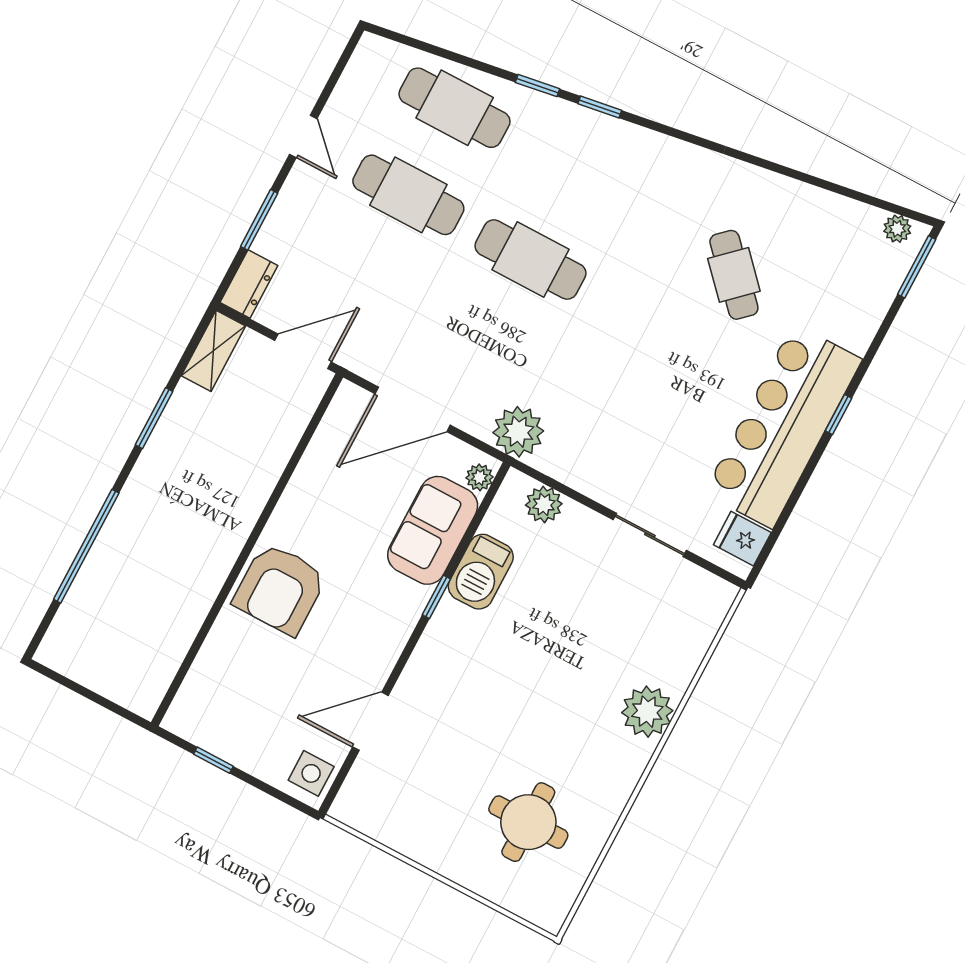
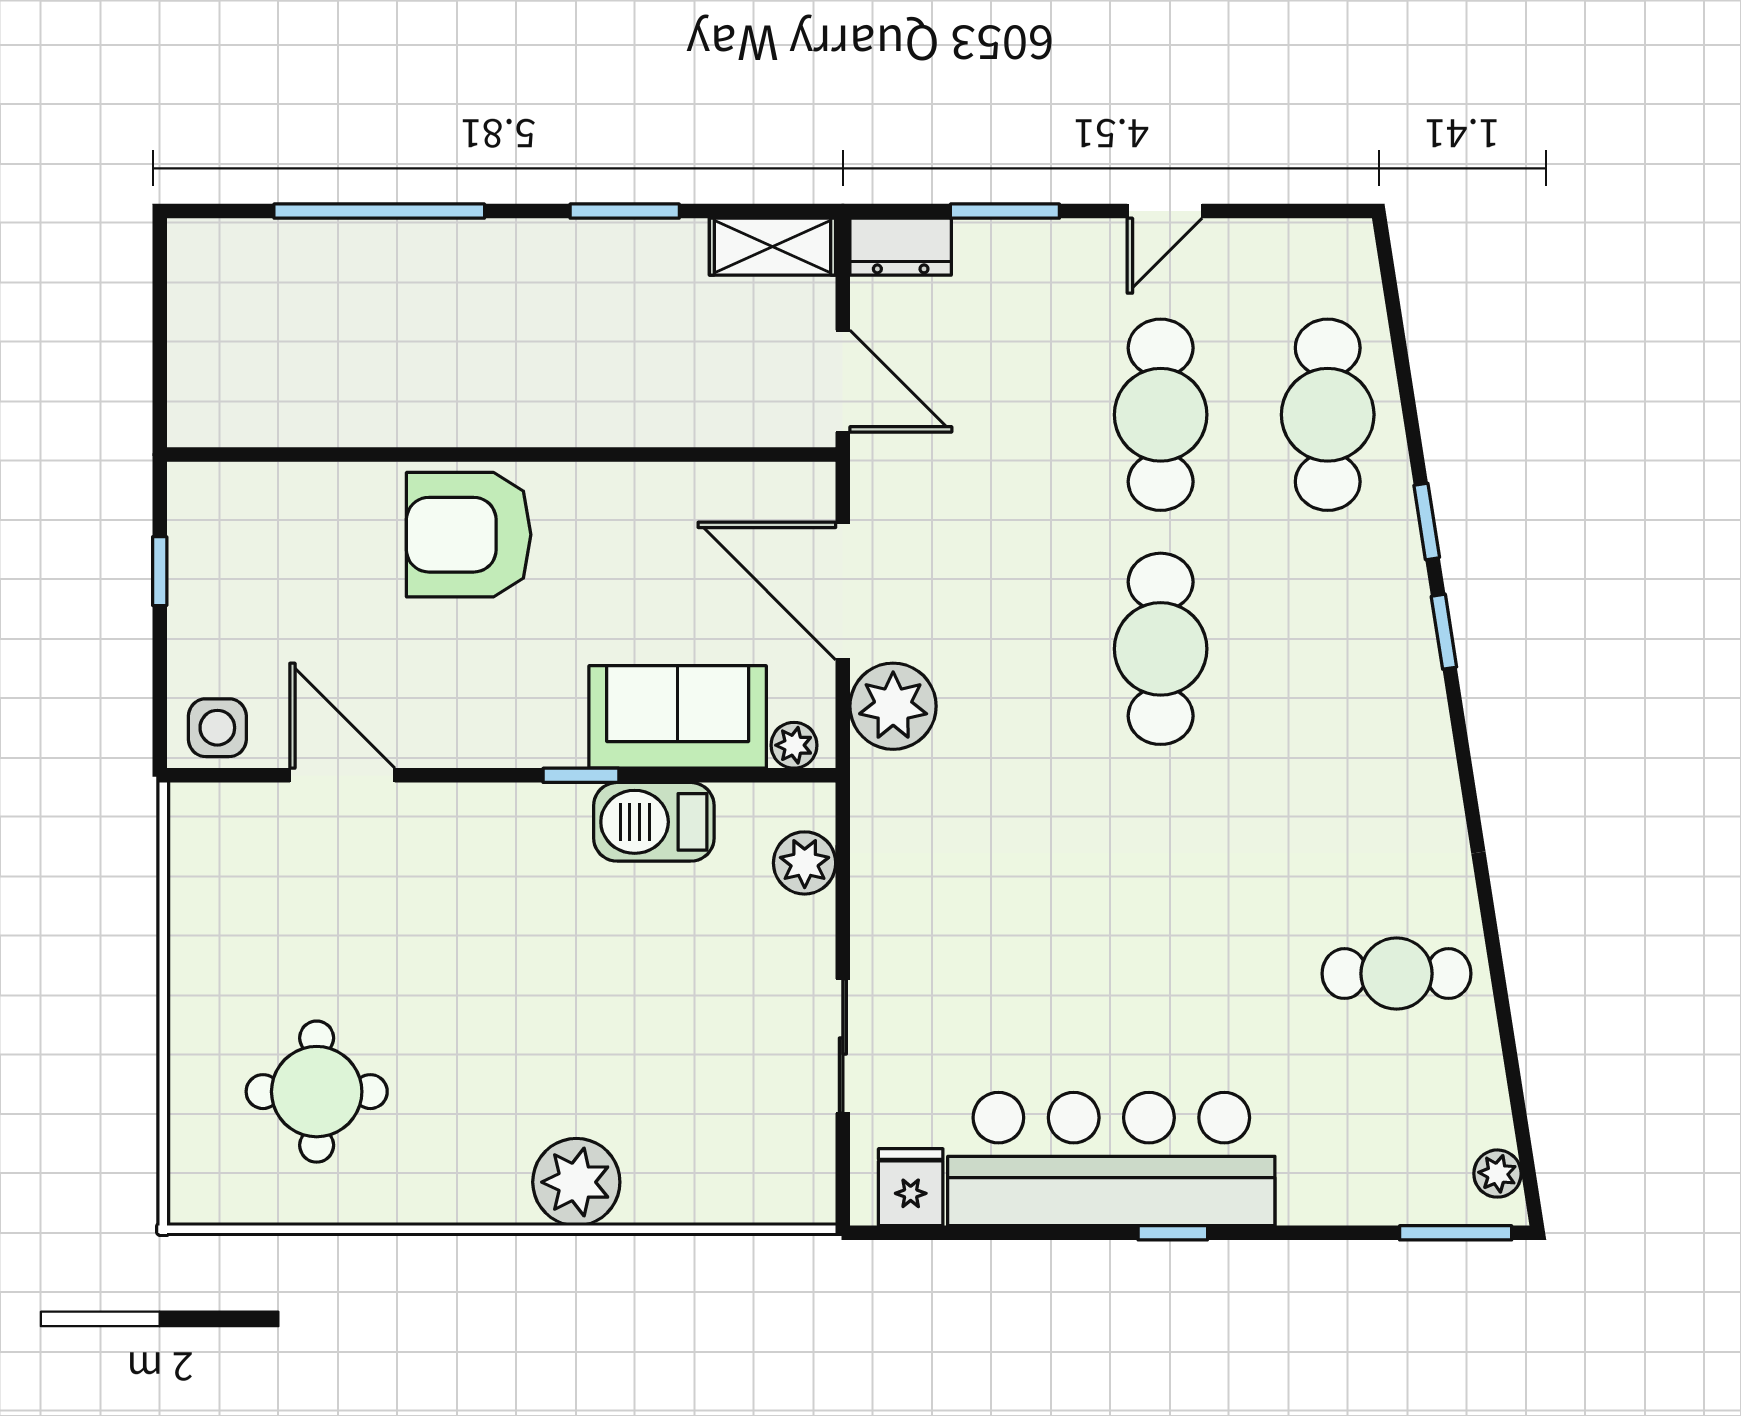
cafe table: (734, 275) -> (1397, 974), moved, turned 43
plant: (518, 432) -> (893, 706), moved

